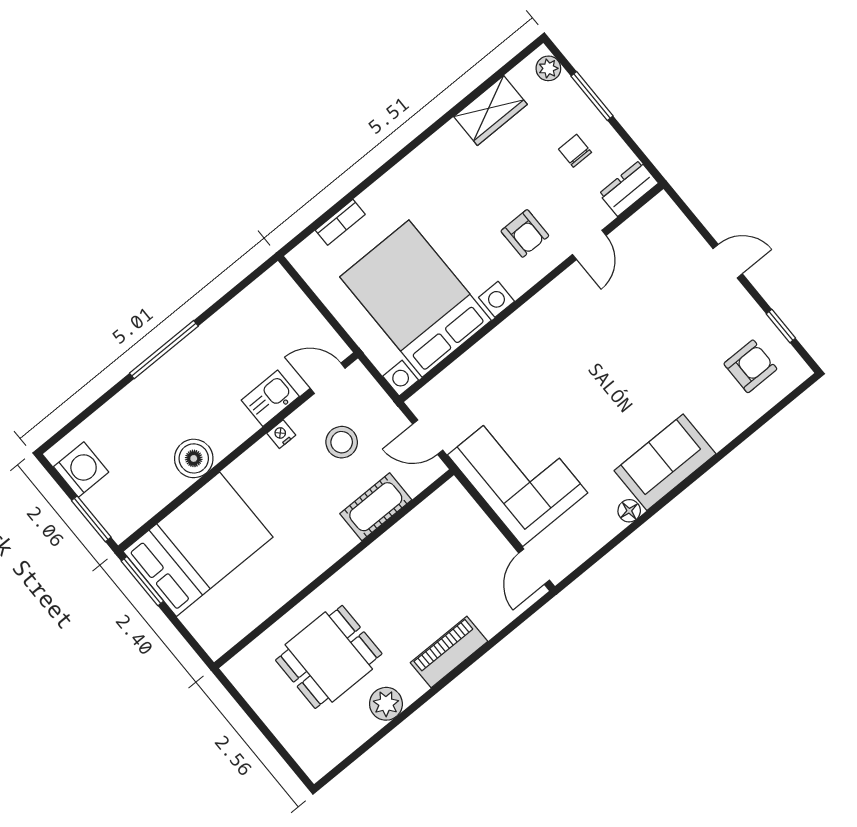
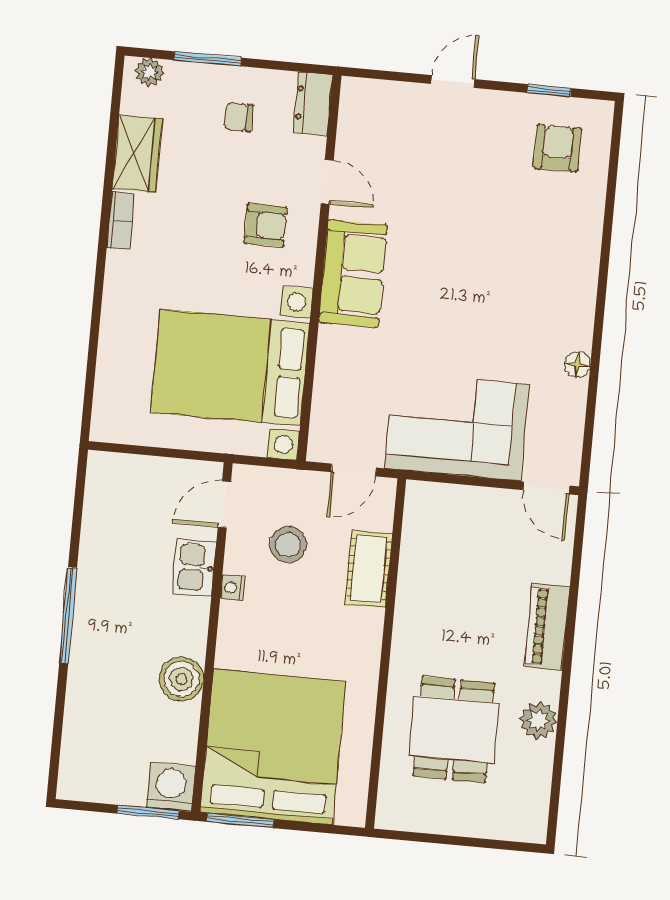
bookcase: (340, 222) -> (120, 221), moved
sofa: (665, 462) -> (353, 274), moved, turned 180
washing machine: (81, 469) -> (171, 787), moved
bed: (198, 544) -> (273, 747), width x1.36

